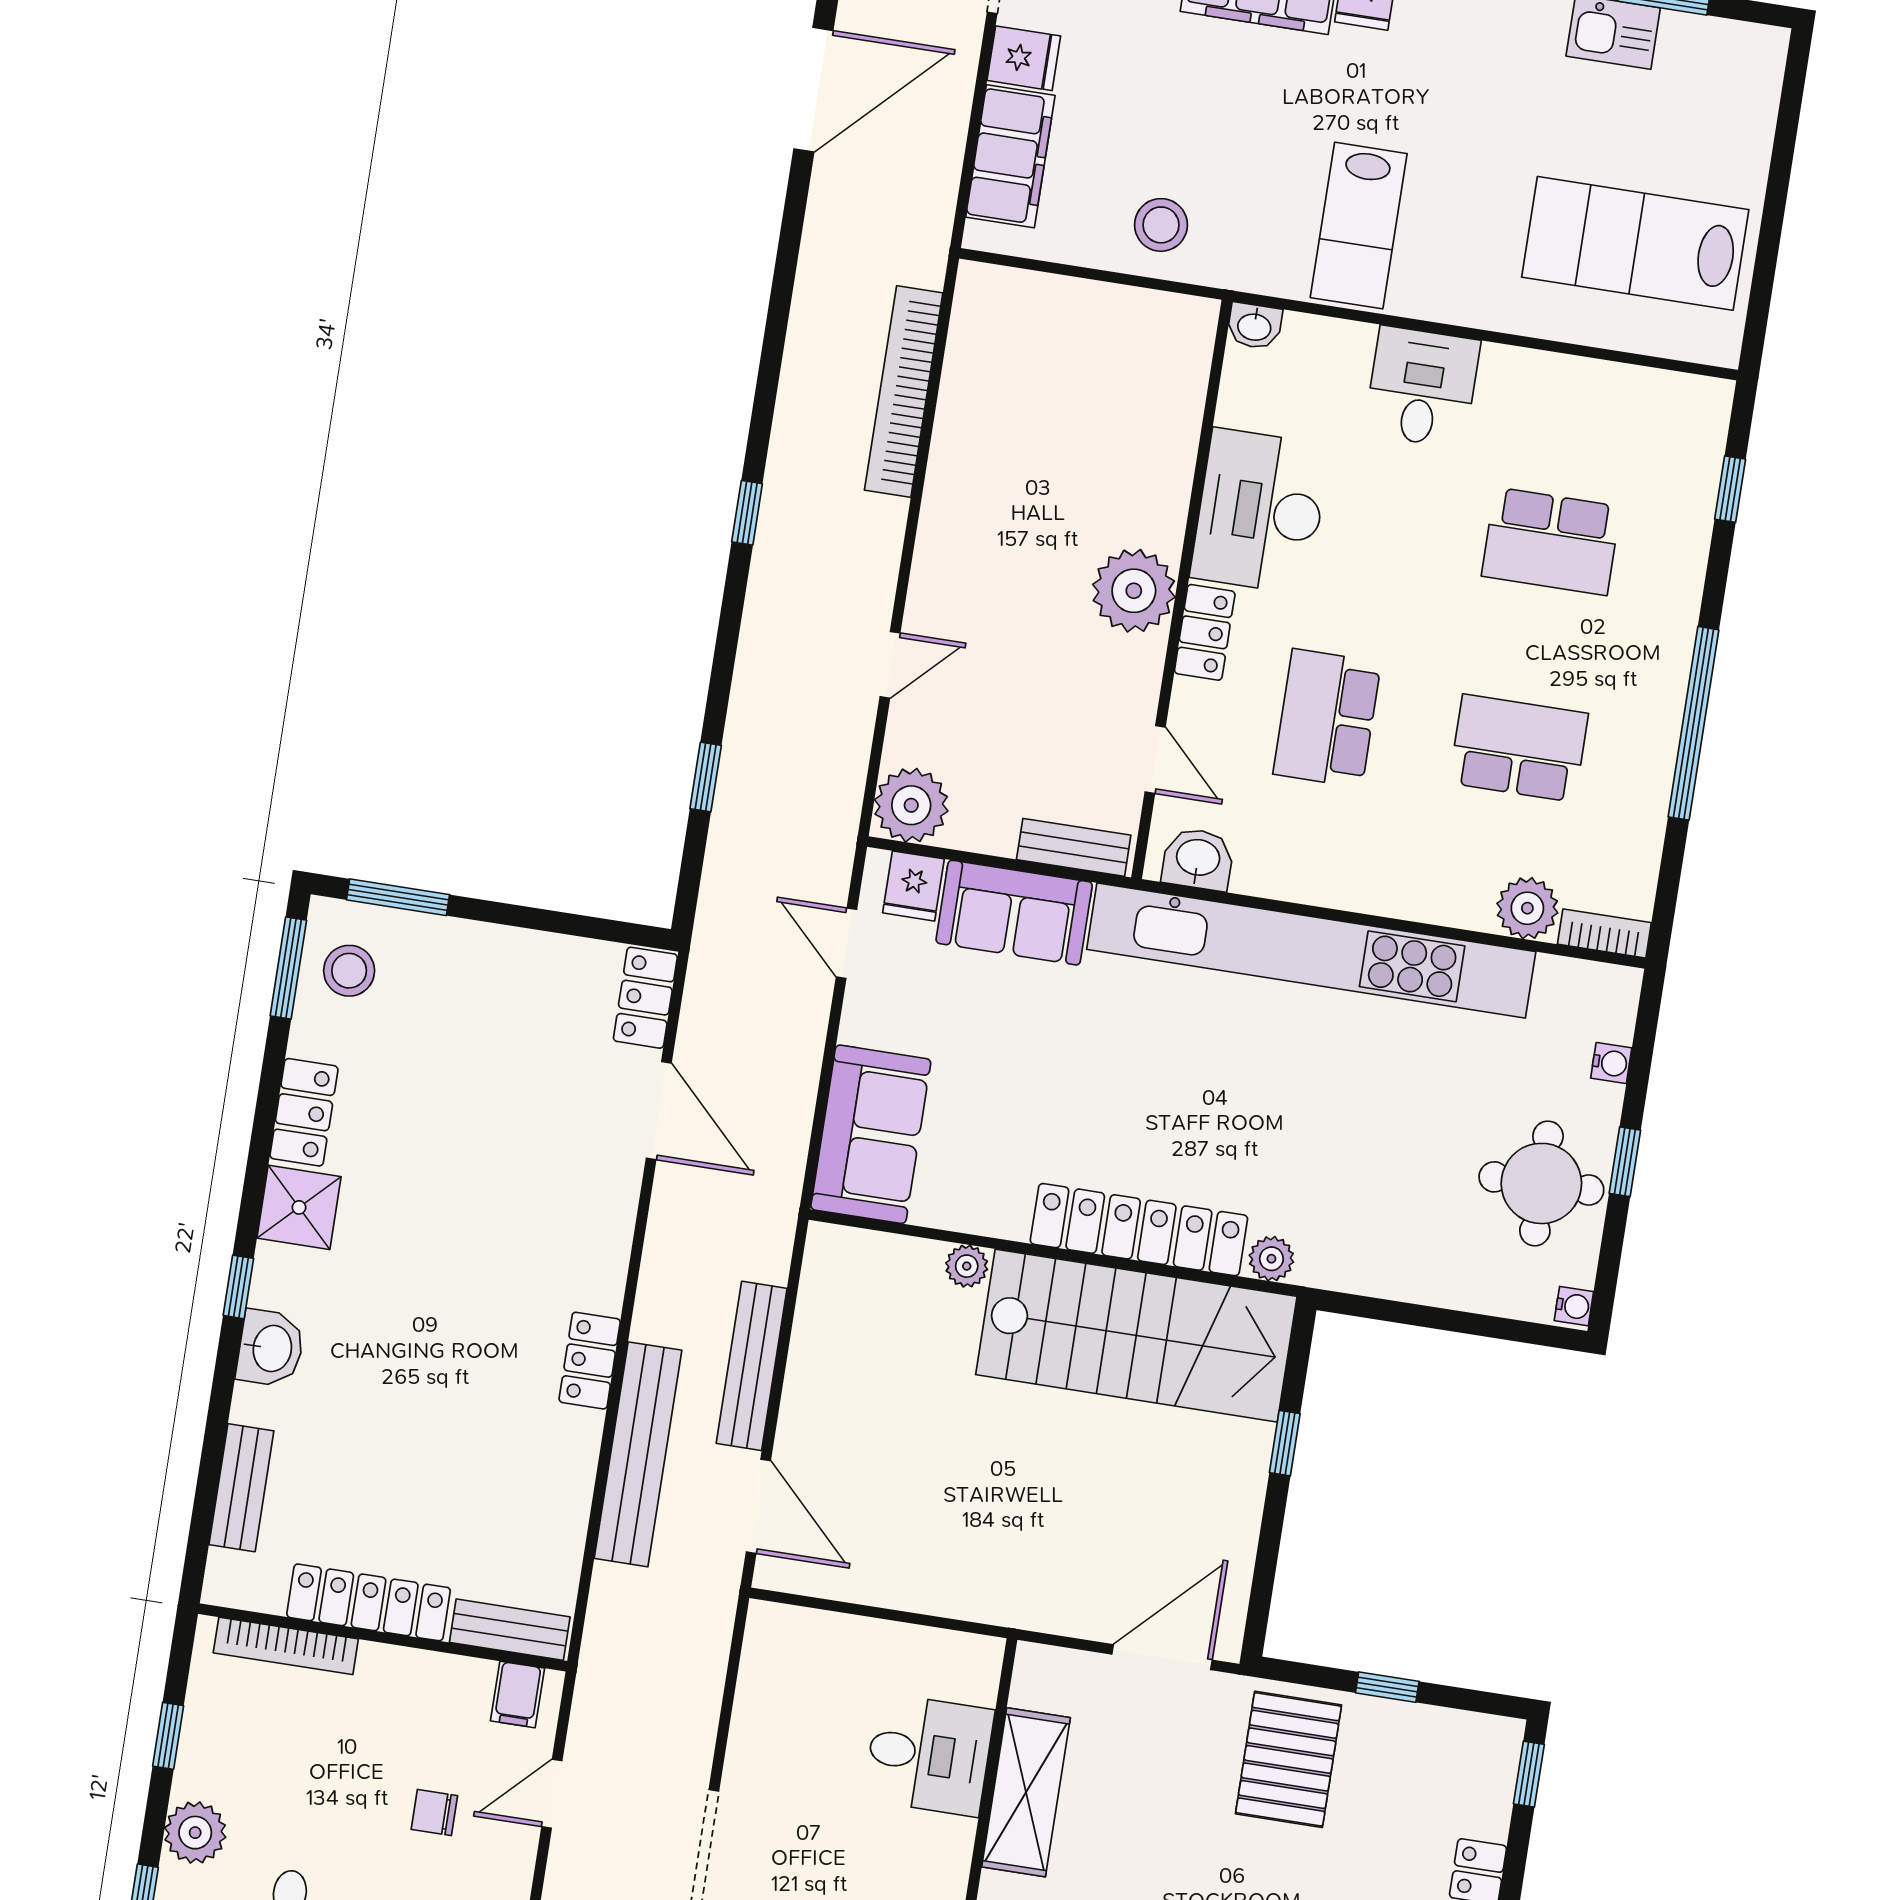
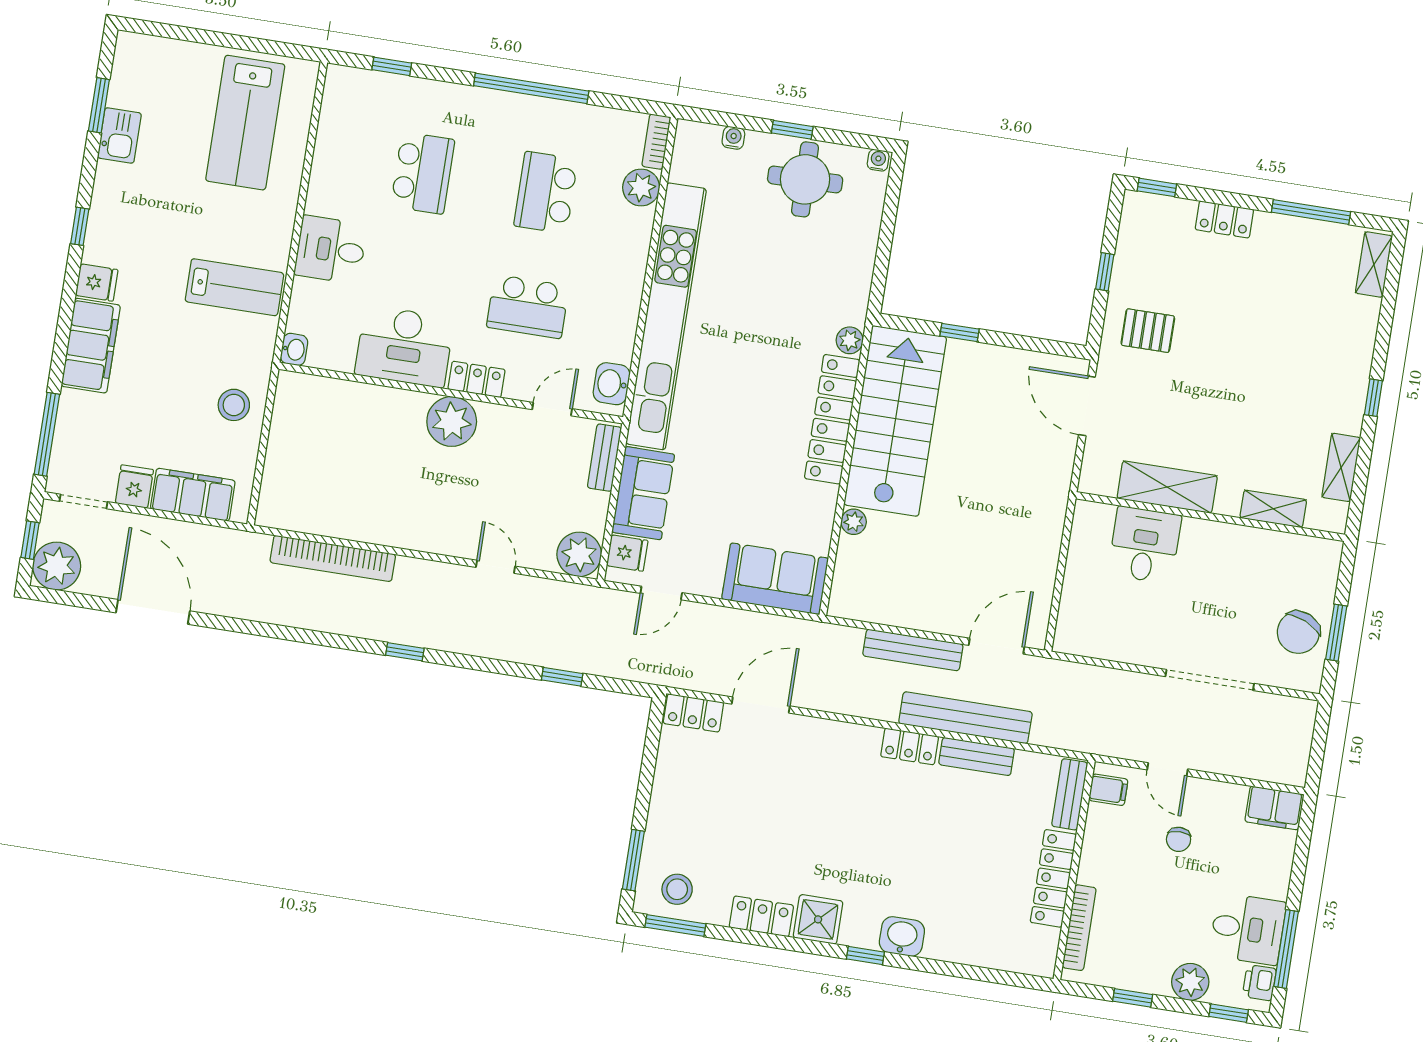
bench: (241, 1488) -> (977, 756), moved
pallet: (1289, 1759) -> (1148, 331), width x0.67, depth x0.71

